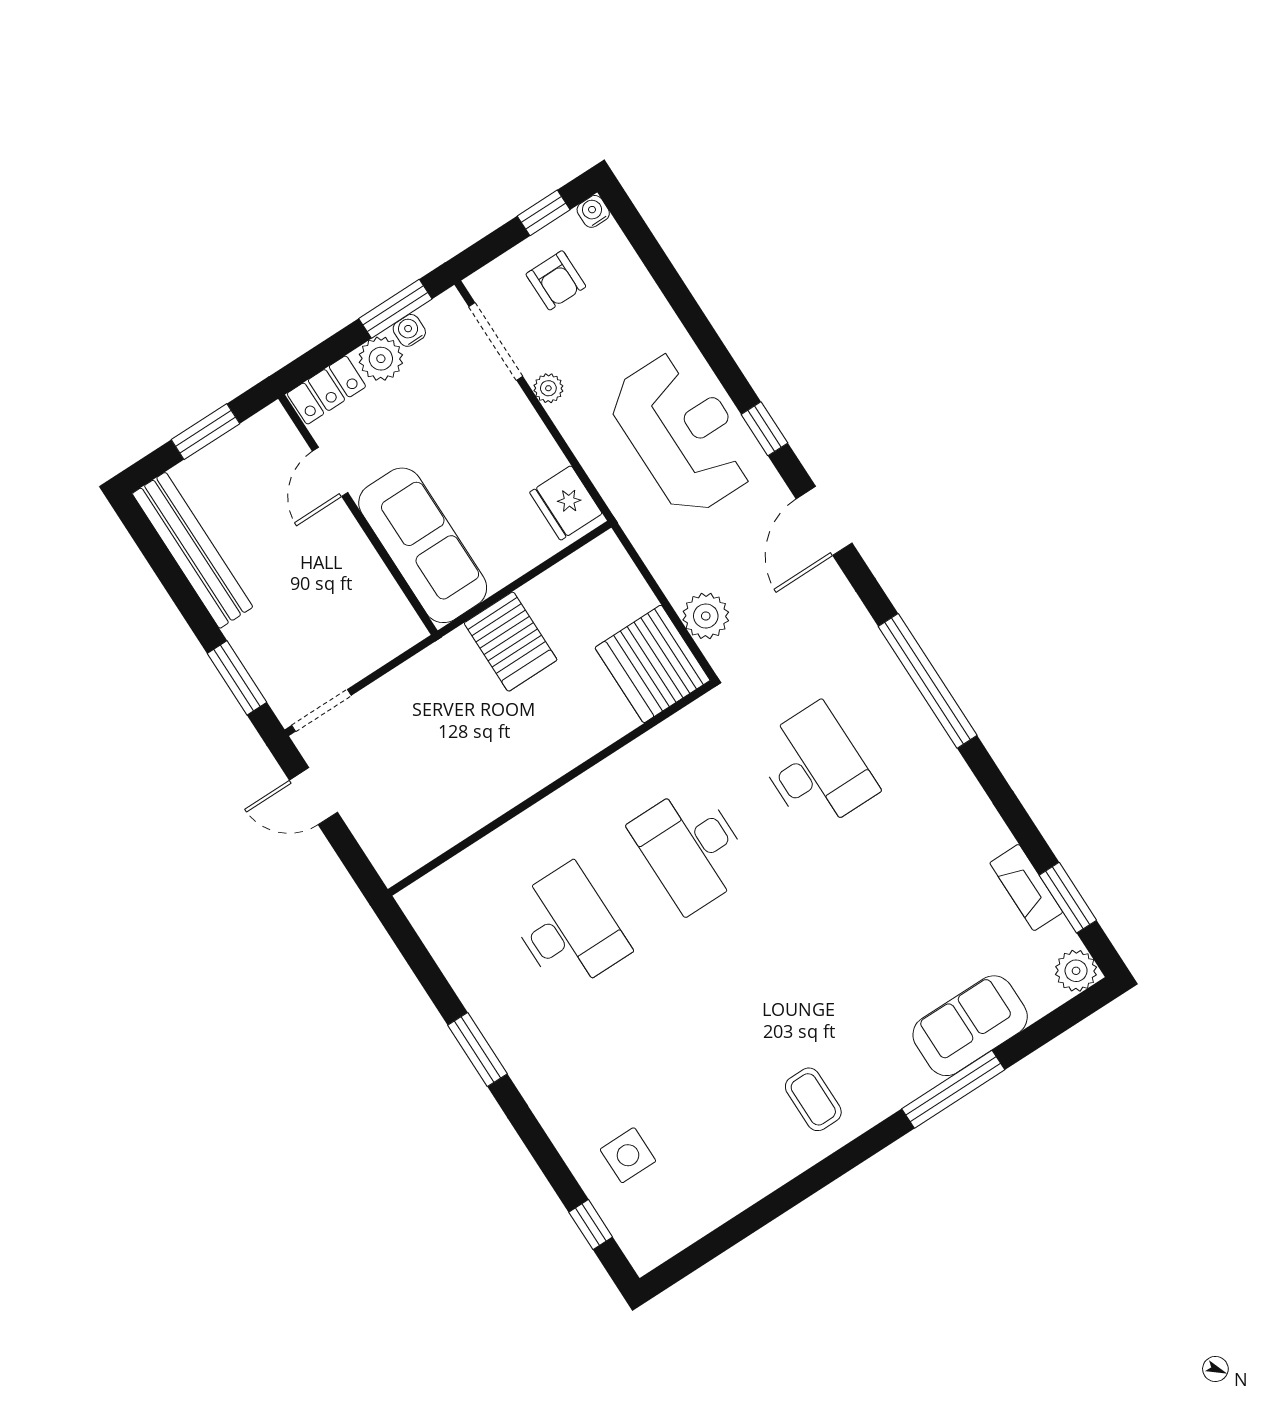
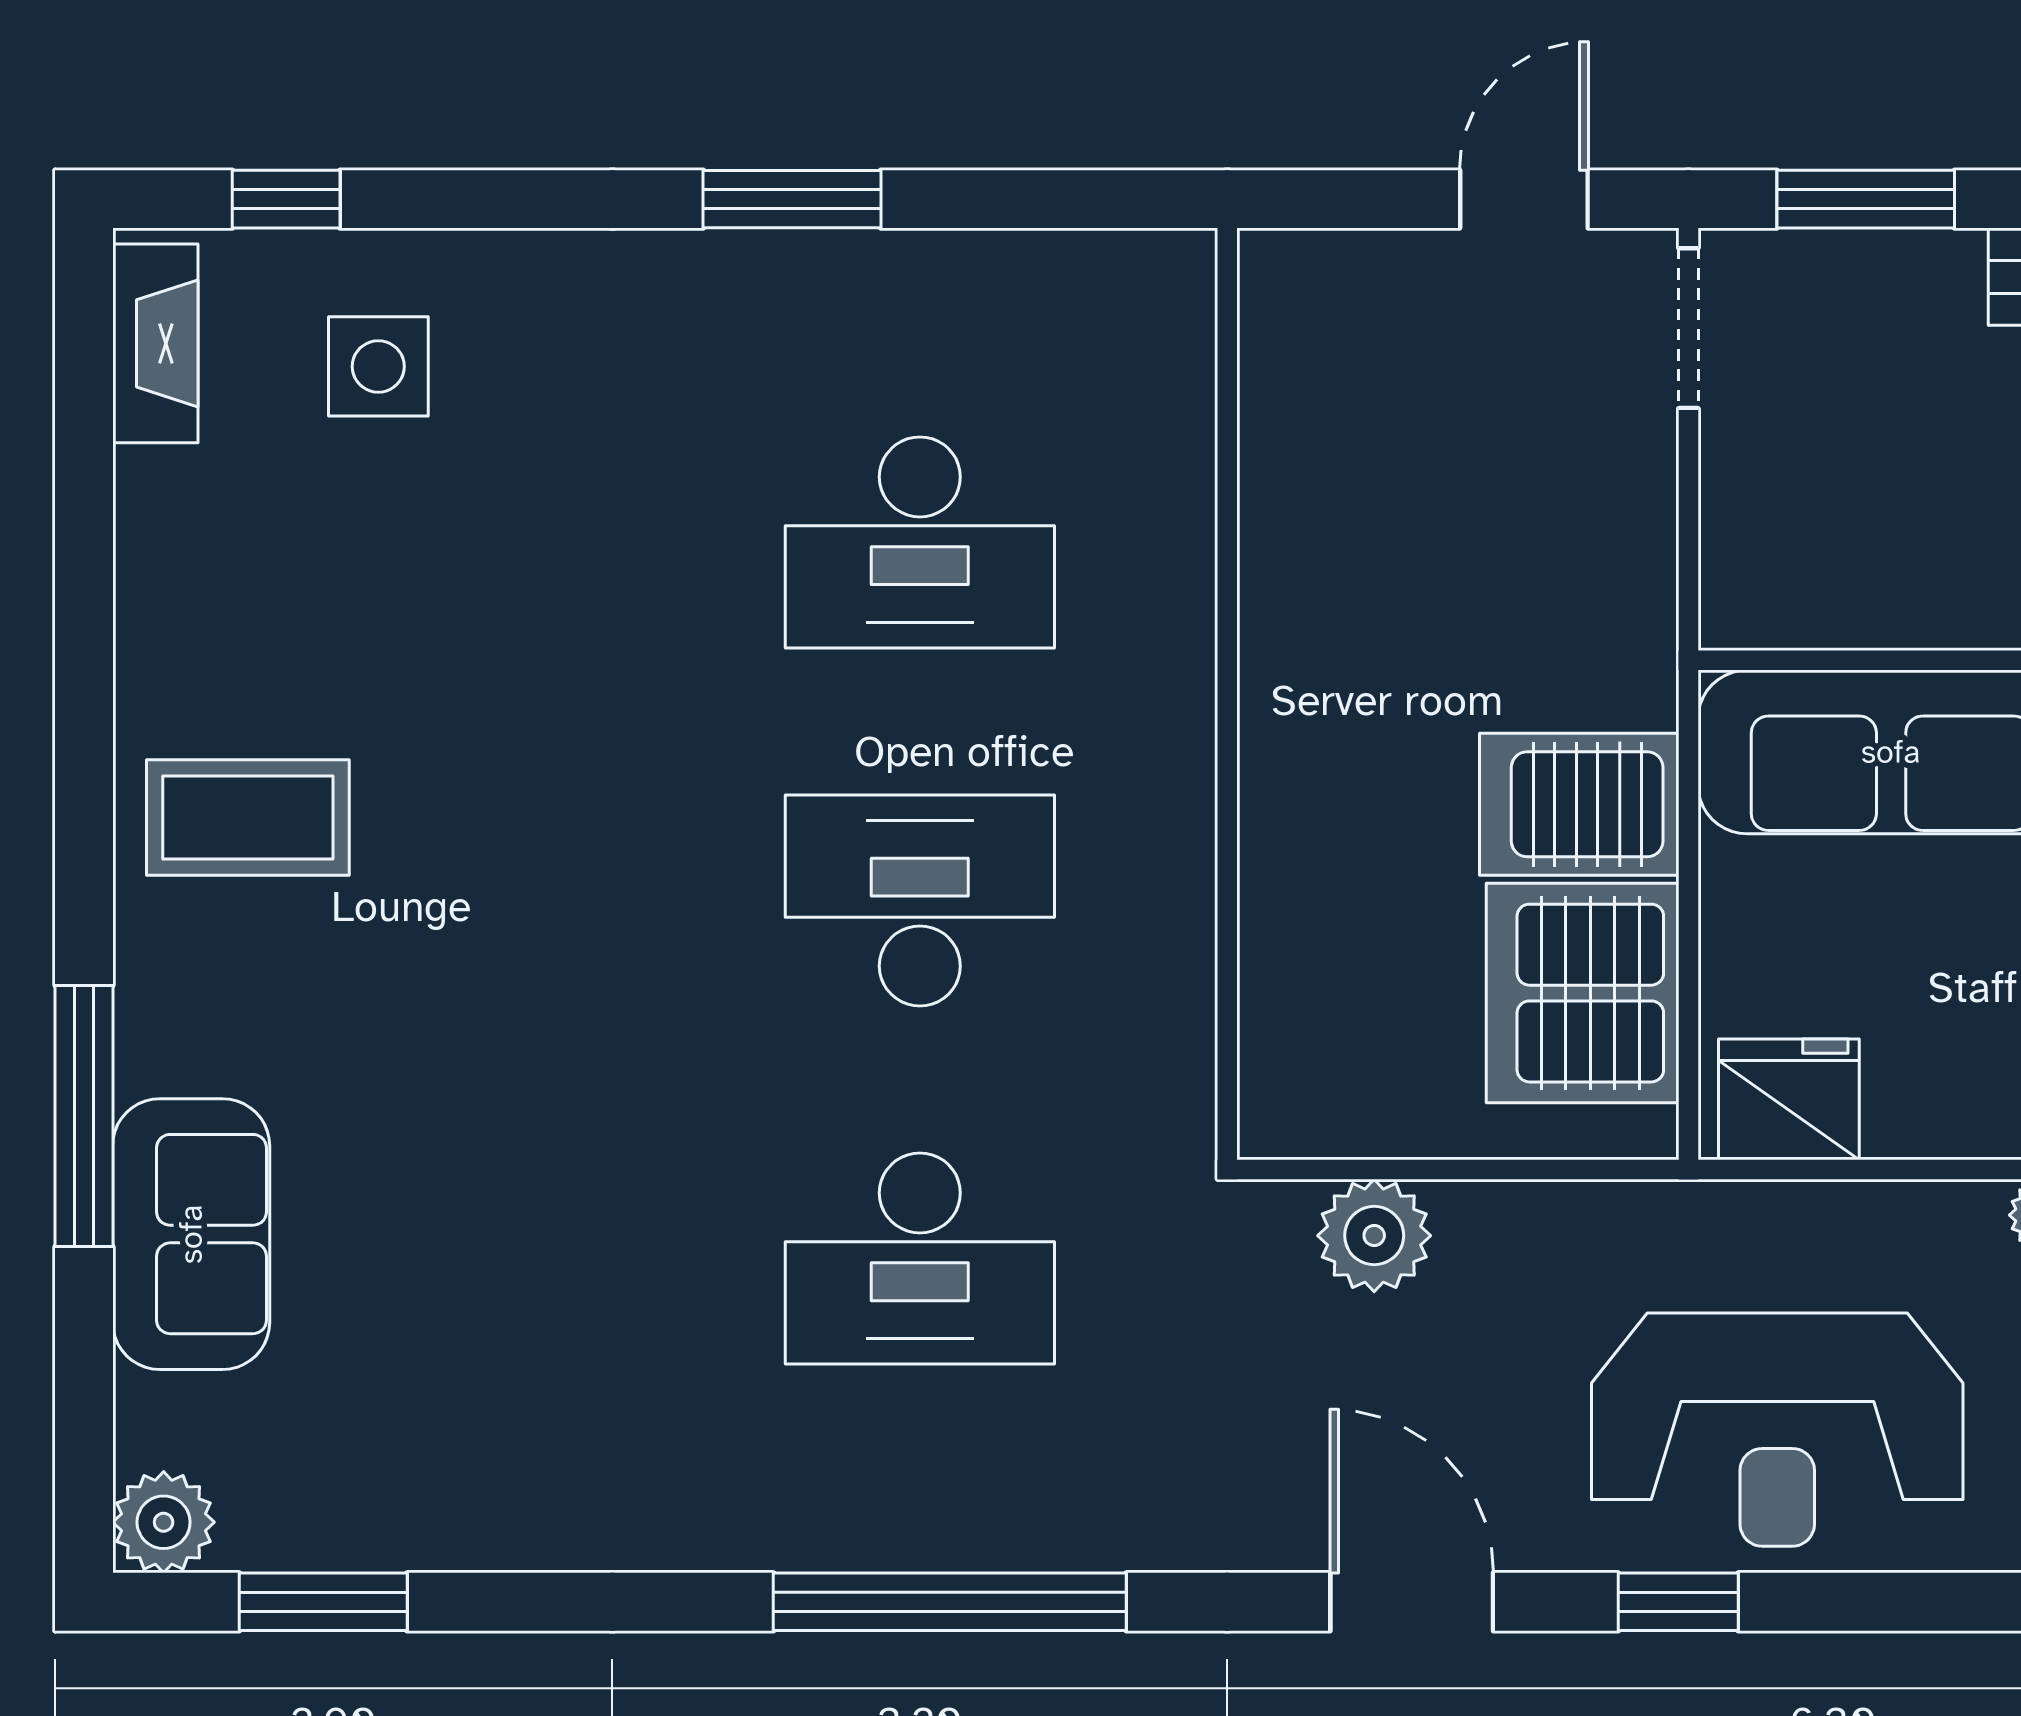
server rack: (652, 664) -> (1583, 993), moved, turned -90
fireplace: (1026, 888) -> (155, 343), moved, turned 90
coffee table: (813, 1099) -> (248, 818), width x1.36, depth x1.30

